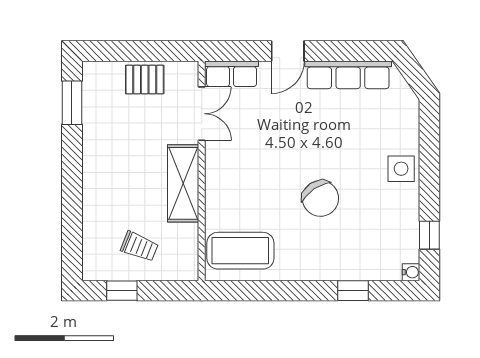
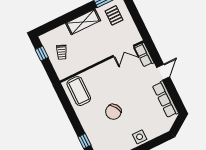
door: (288, 51) -> (163, 72), swing flipped
pallet: (145, 80) -> (114, 15), moved
shelving: (183, 183) -> (83, 22), moved

